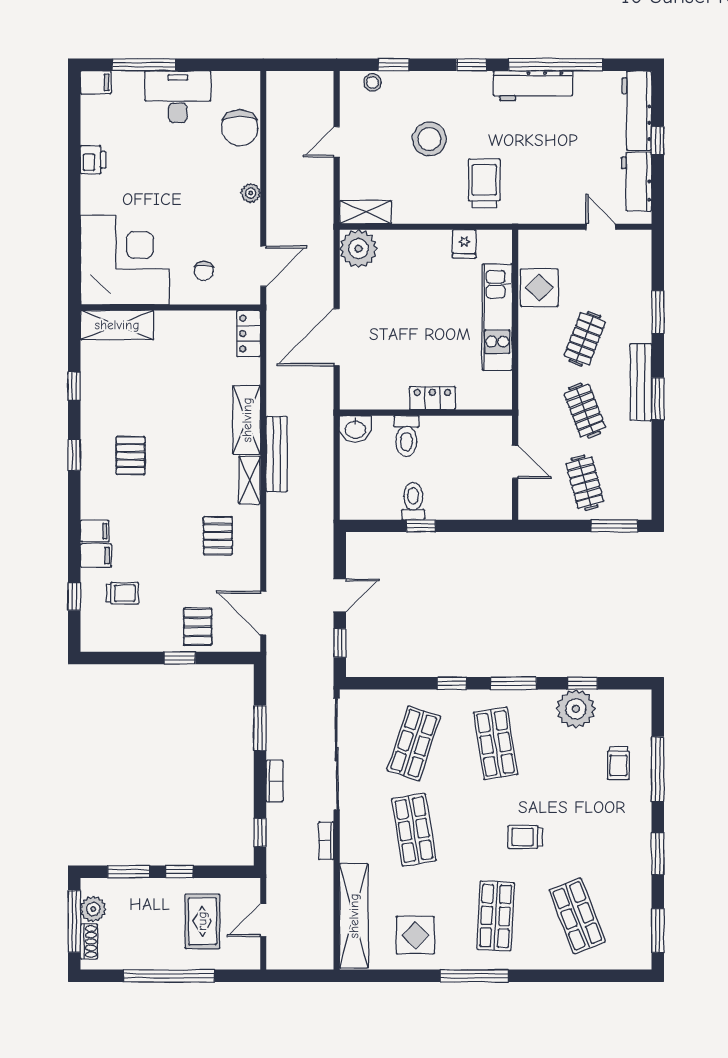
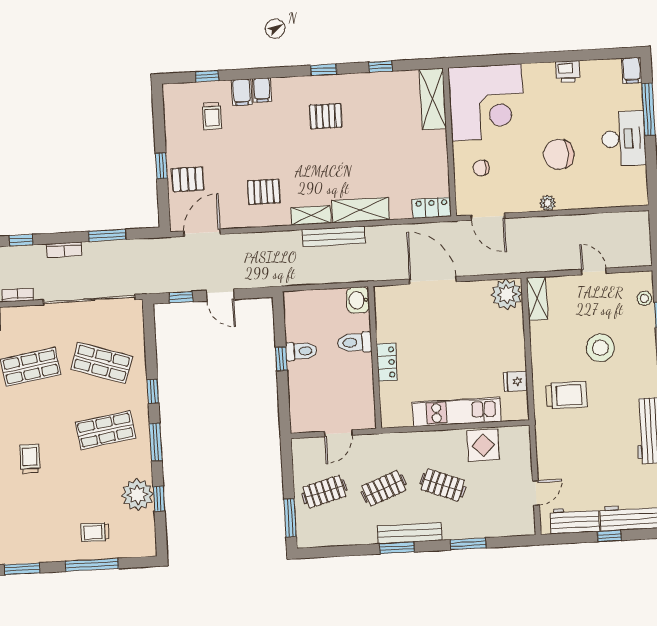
chair: (240, 128) -> (559, 154), moved

